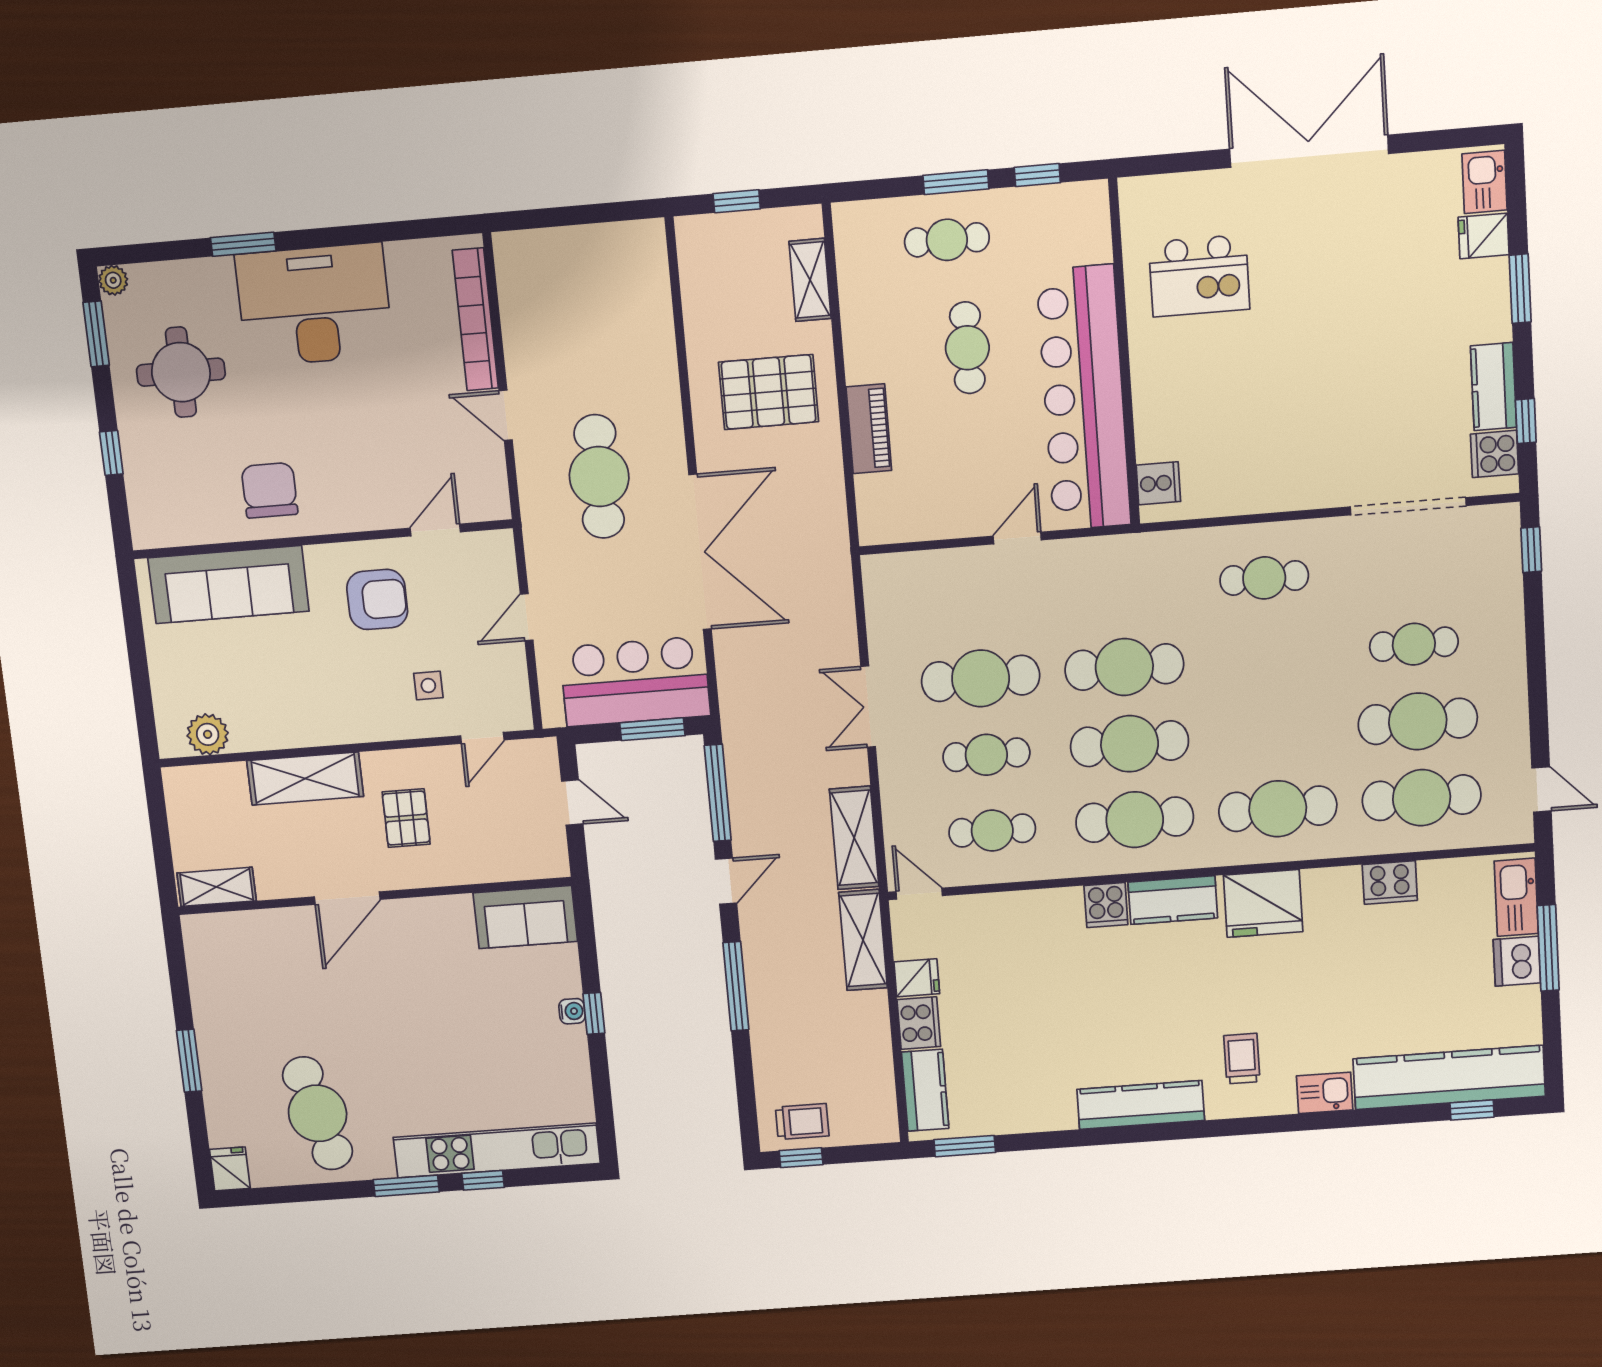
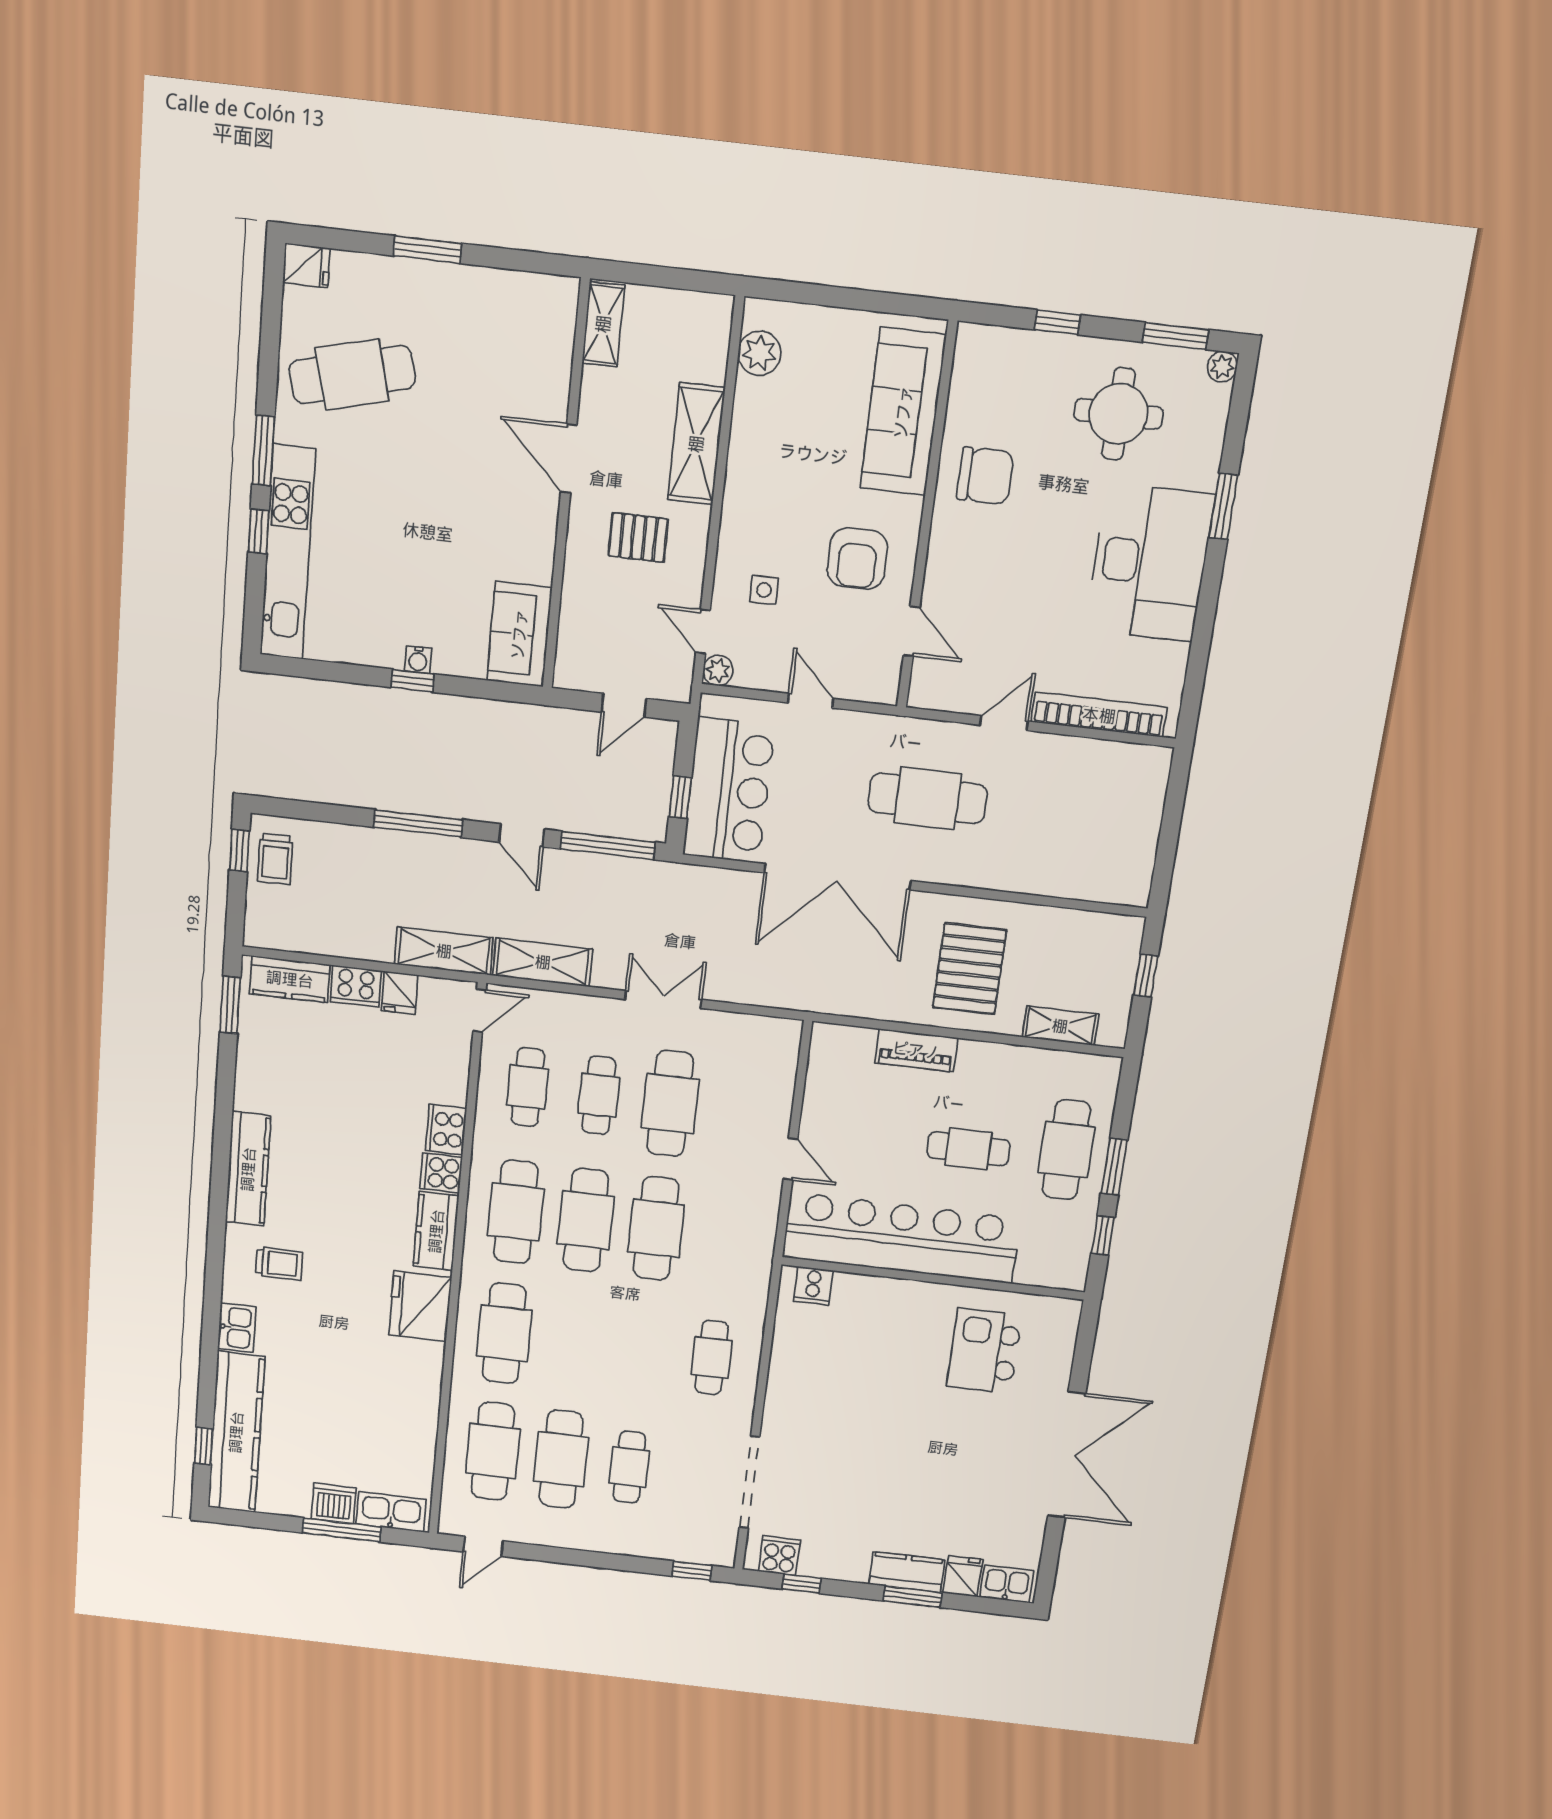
cafe table: (947, 240) -> (1066, 1150), width x1.37, depth x1.35
kitchen counter: (1494, 387) -> (907, 1572), moved
plant: (517, 716) -> (718, 670), added
window: (652, 729) -> (680, 797), width x0.67
cooker: (1390, 882) -> (446, 1130), moved

